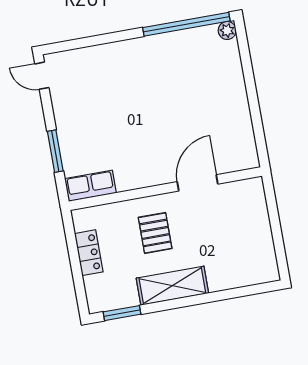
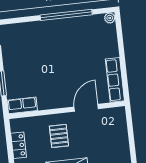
window: (186, 24) -> (66, 15), moved
row of seats: (243, 133) -> (115, 80), added

